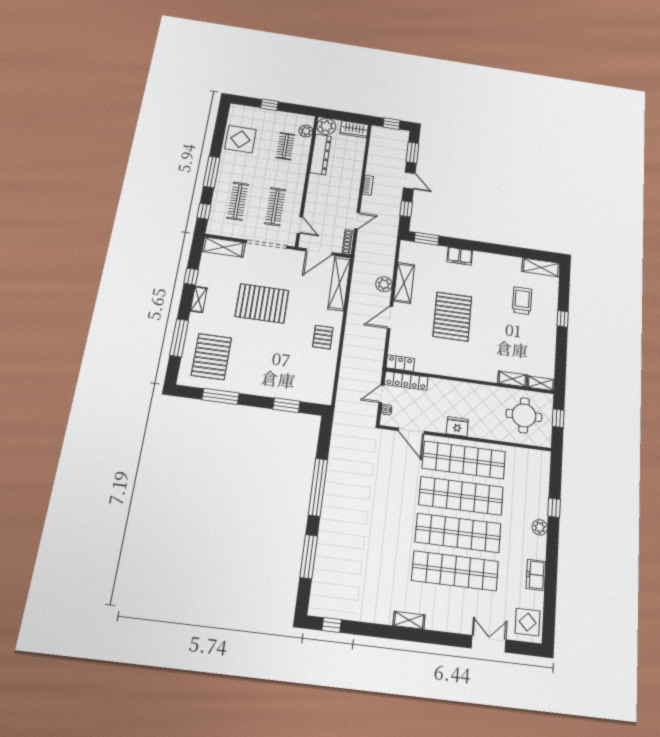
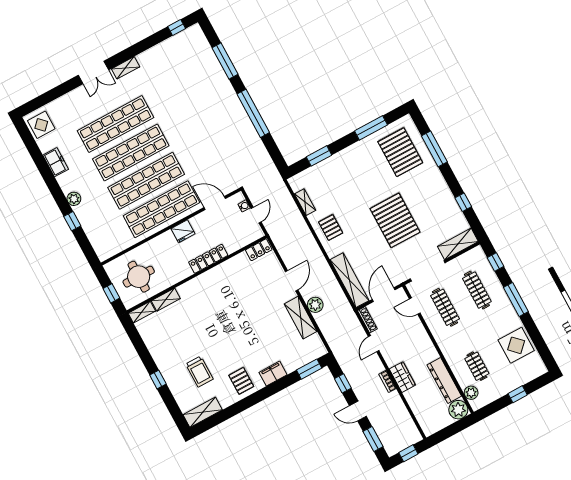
wardrobe: (354, 129) -> (402, 377), moved, turned 90
shelving: (199, 299) -> (305, 202), moved
pallet: (262, 303) -> (395, 220), turned 90
pallet: (452, 316) -> (241, 381), moved, width x0.49, depth x0.50
locker: (406, 381) -> (208, 259), moved
double door: (489, 644) -> (93, 73), moved

